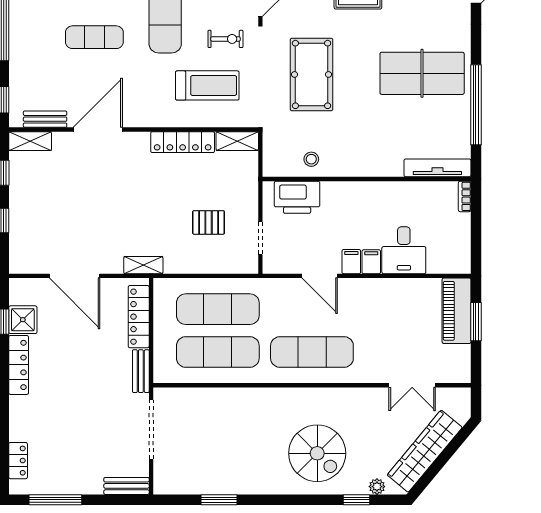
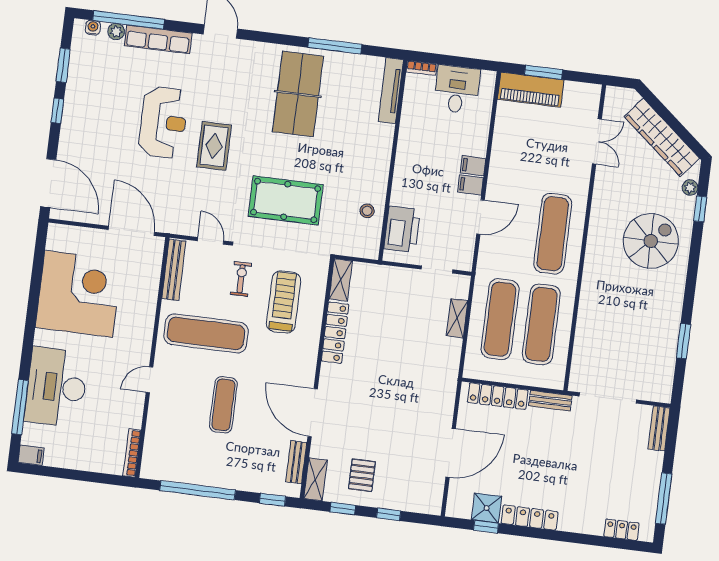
window: (476, 105) -> (335, 46), width x0.68
pallet: (209, 222) -> (362, 475), moved
desk: (404, 250) -> (457, 89), moved, turned -90
shelving: (143, 265) -> (457, 318), moved

